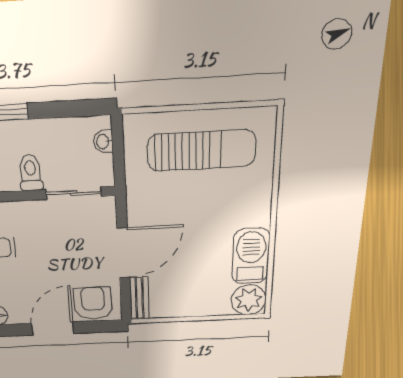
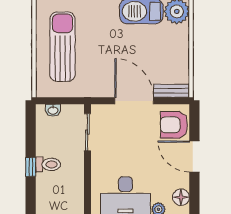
toilet: (31, 173) -> (48, 164), moved, turned 180

